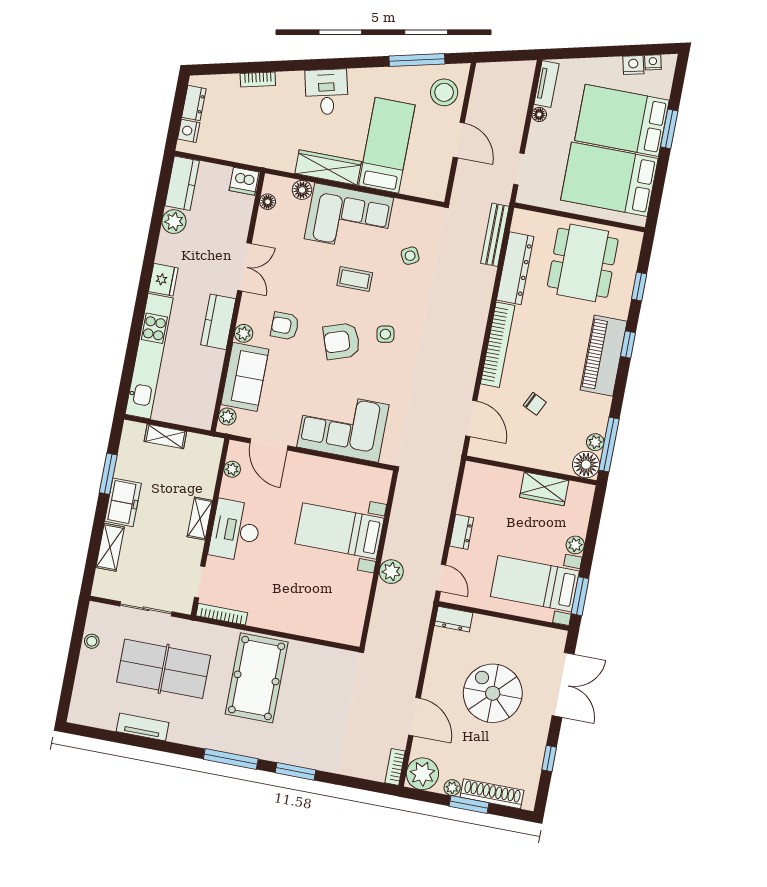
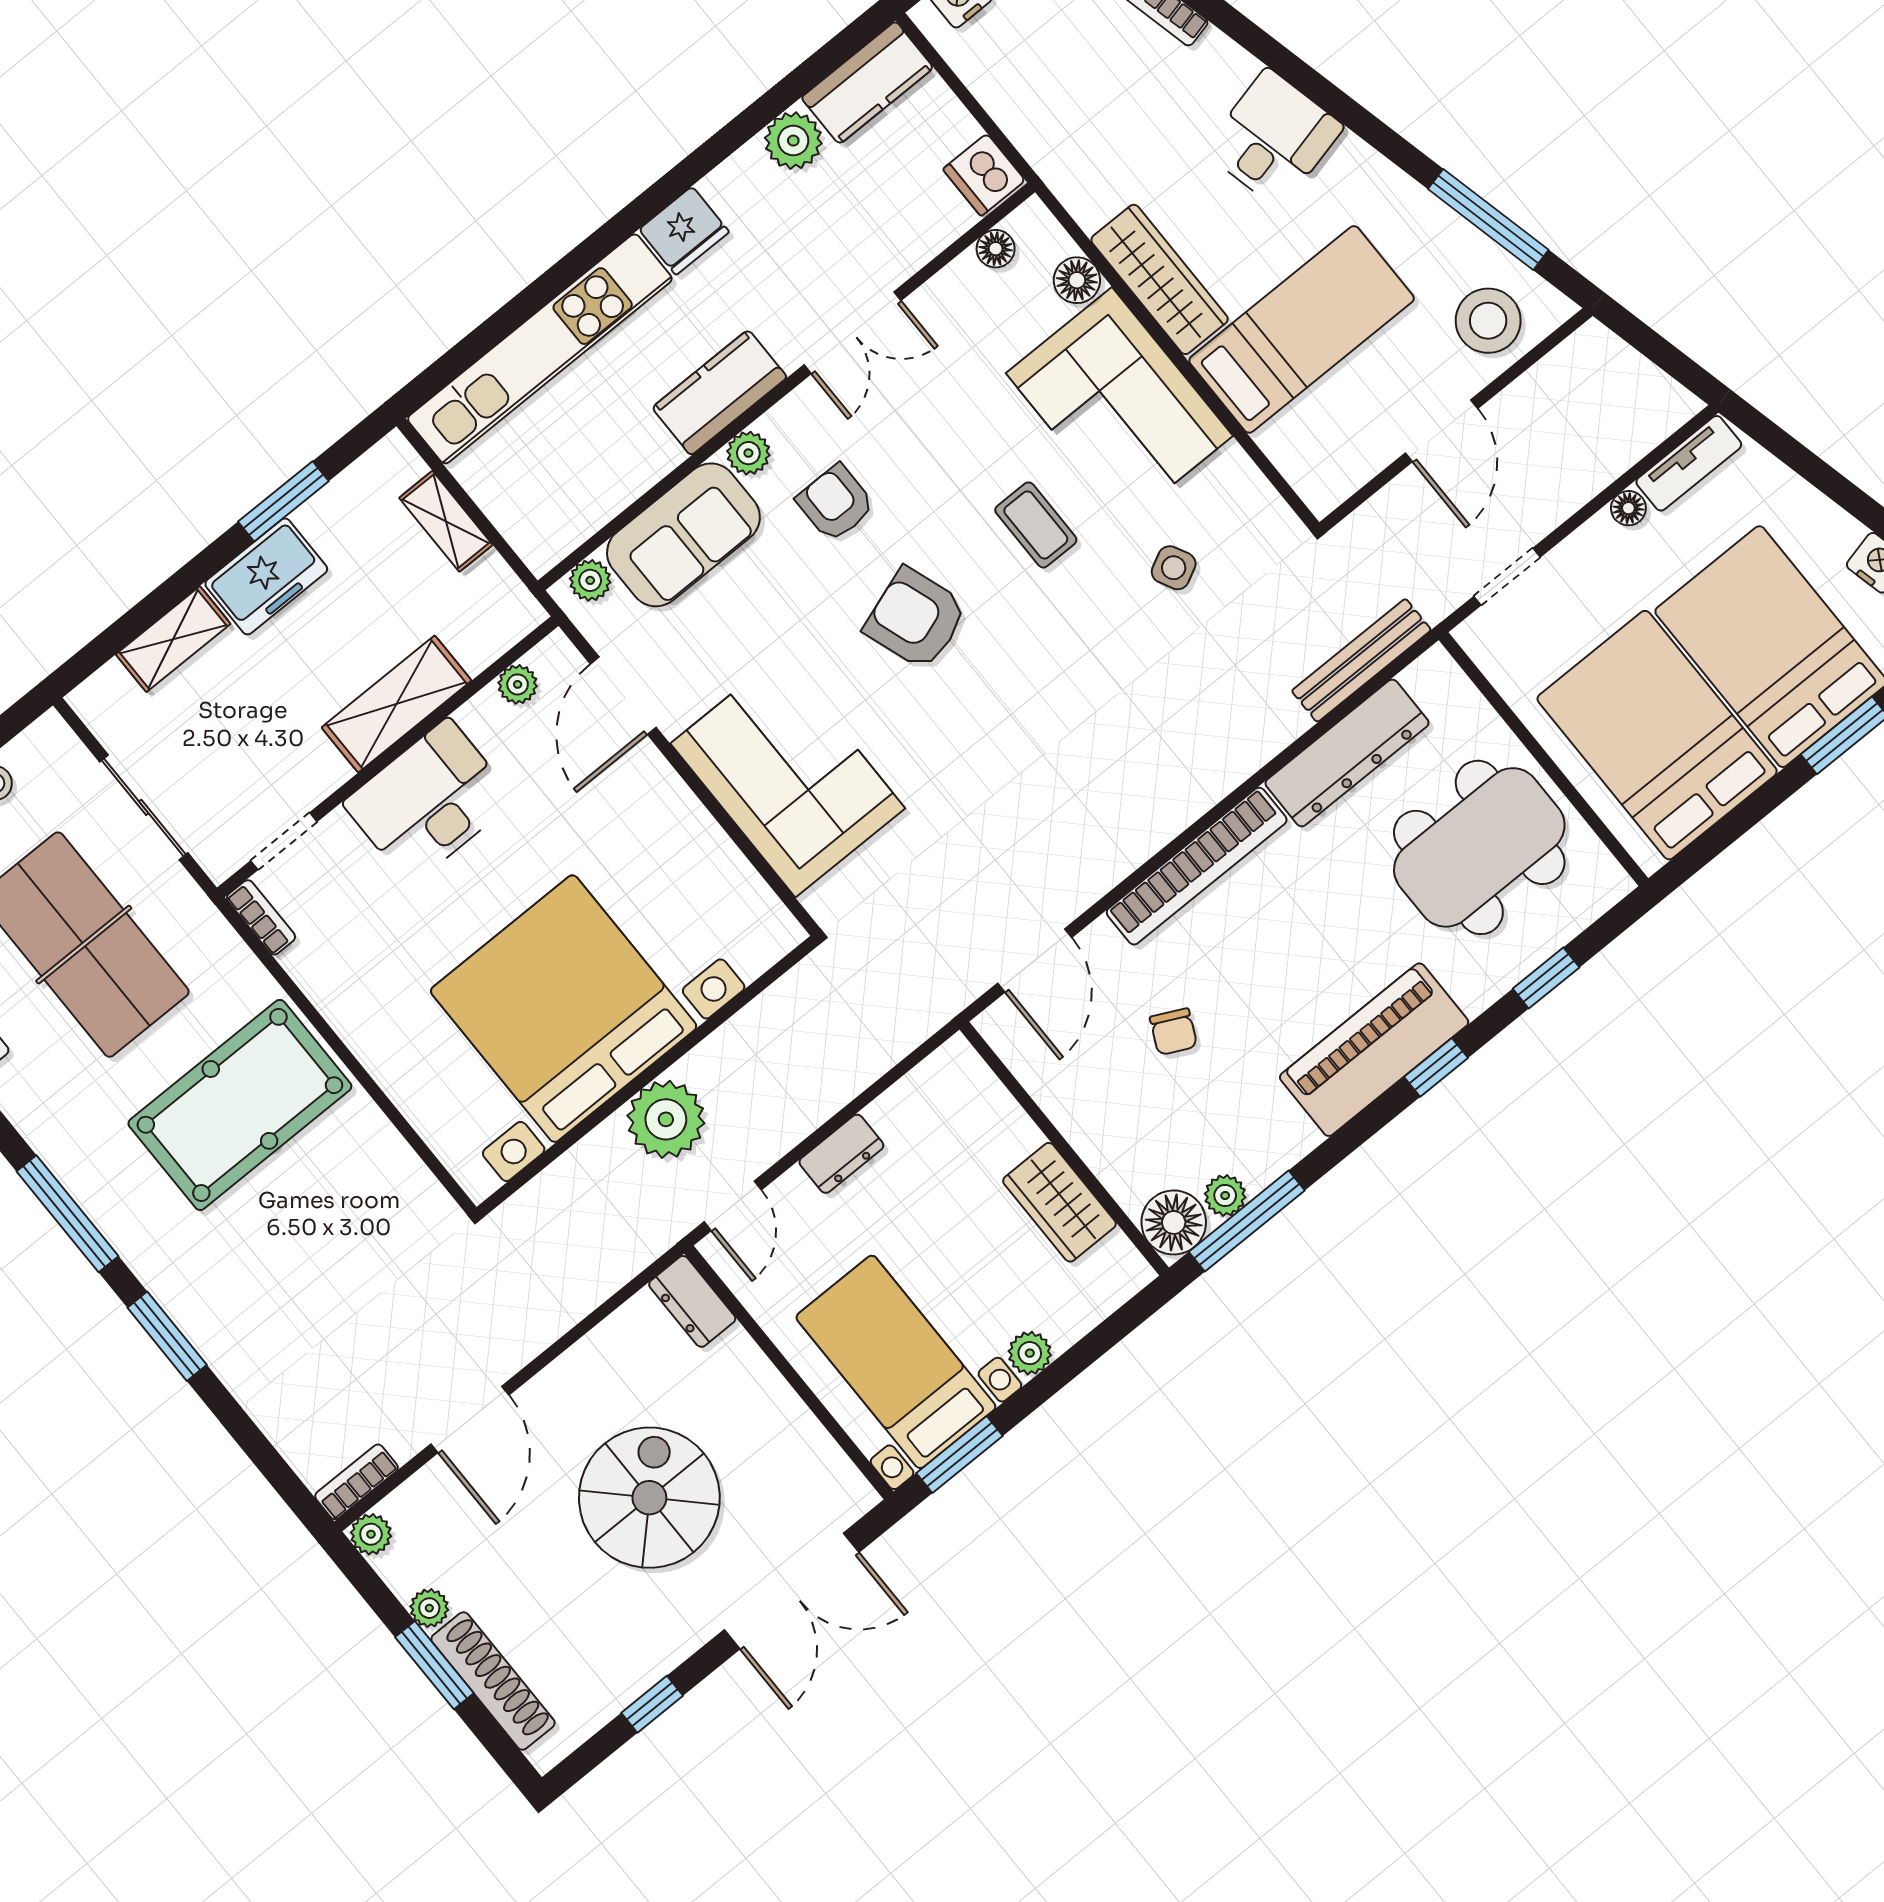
side table: (385, 334) -> (1007, 673), removed
shelving: (200, 519) -> (397, 704), width x1.50, depth x1.33
bed with nightstands: (339, 531) -> (564, 1009), width x1.85
plant: (391, 572) -> (666, 1119), width x1.36, depth x1.36
bookcase: (222, 614) -> (261, 917), width x0.64
plant: (422, 774) -> (371, 1534), width x0.53, depth x0.53

